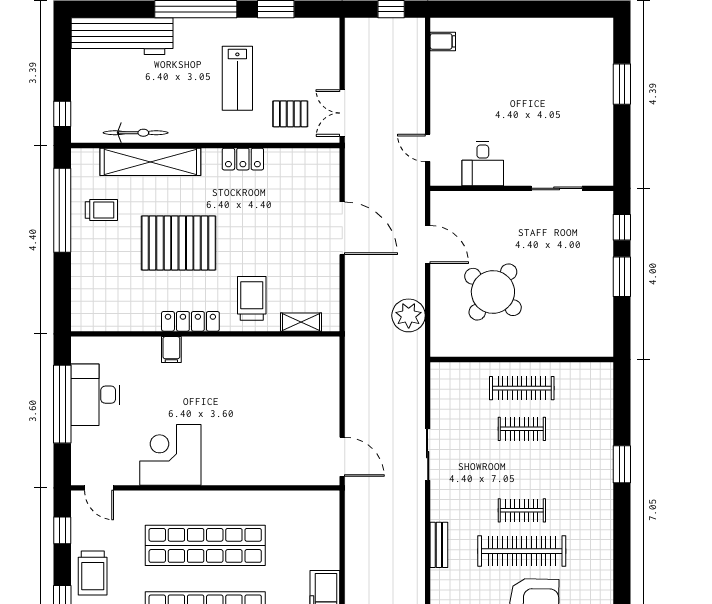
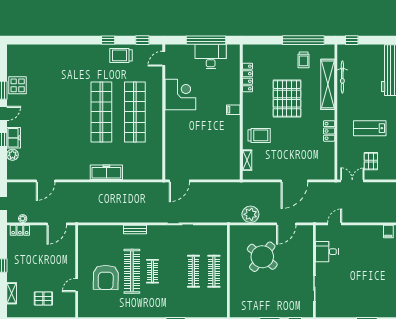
pallet: (290, 114) -> (371, 161), moved
locker: (190, 321) -> (247, 77), moved
filing cabinet: (171, 350) -> (233, 110), moved
clothes rail: (522, 429) -> (193, 271), width x1.36

